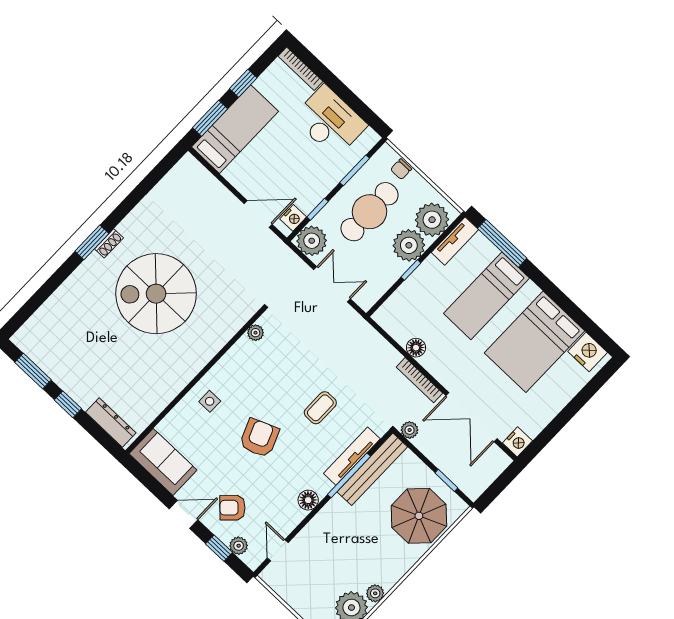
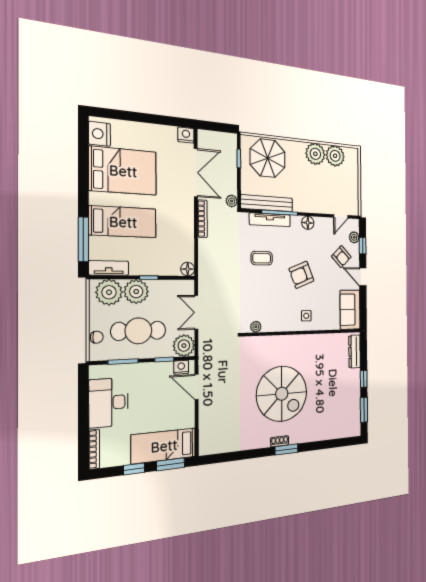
floor lamp: (416, 348) -> (188, 269), moved
plant: (375, 593) -> (315, 154), width x1.88, depth x1.88

